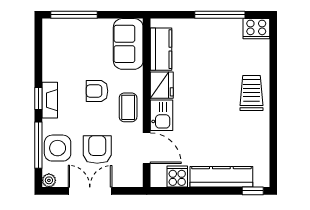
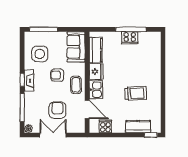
cooker: (256, 29) -> (130, 38), moved
trolley: (252, 93) -> (136, 93), moved, turned 87
side table: (58, 148) -> (40, 54), moved
kitchen counter: (221, 177) -> (138, 127), width x0.67

